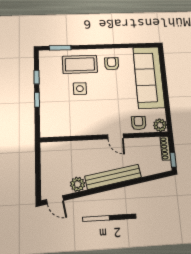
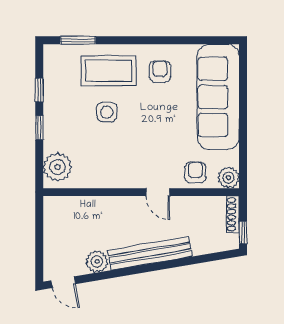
plant: (49, 123) -> (58, 167), added

